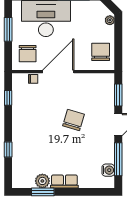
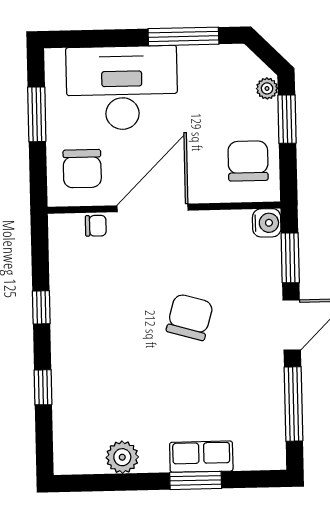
window: (118, 34) -> (287, 119), added
window: (8, 98) -> (41, 307), moved
water cooler: (108, 170) -> (267, 223), moved
row of seats: (64, 182) -> (201, 457), moved
window: (43, 192) -> (196, 480), moved

